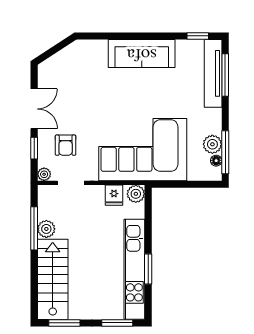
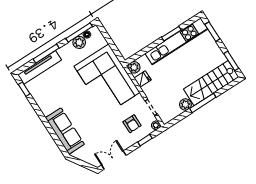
sofa: (142, 54) -> (65, 131), moved
window: (225, 75) -> (46, 54), moved
double door: (34, 109) -> (114, 160), moved
armchair: (66, 145) -> (132, 124), turned 90
window: (34, 228) -> (203, 103), moved

